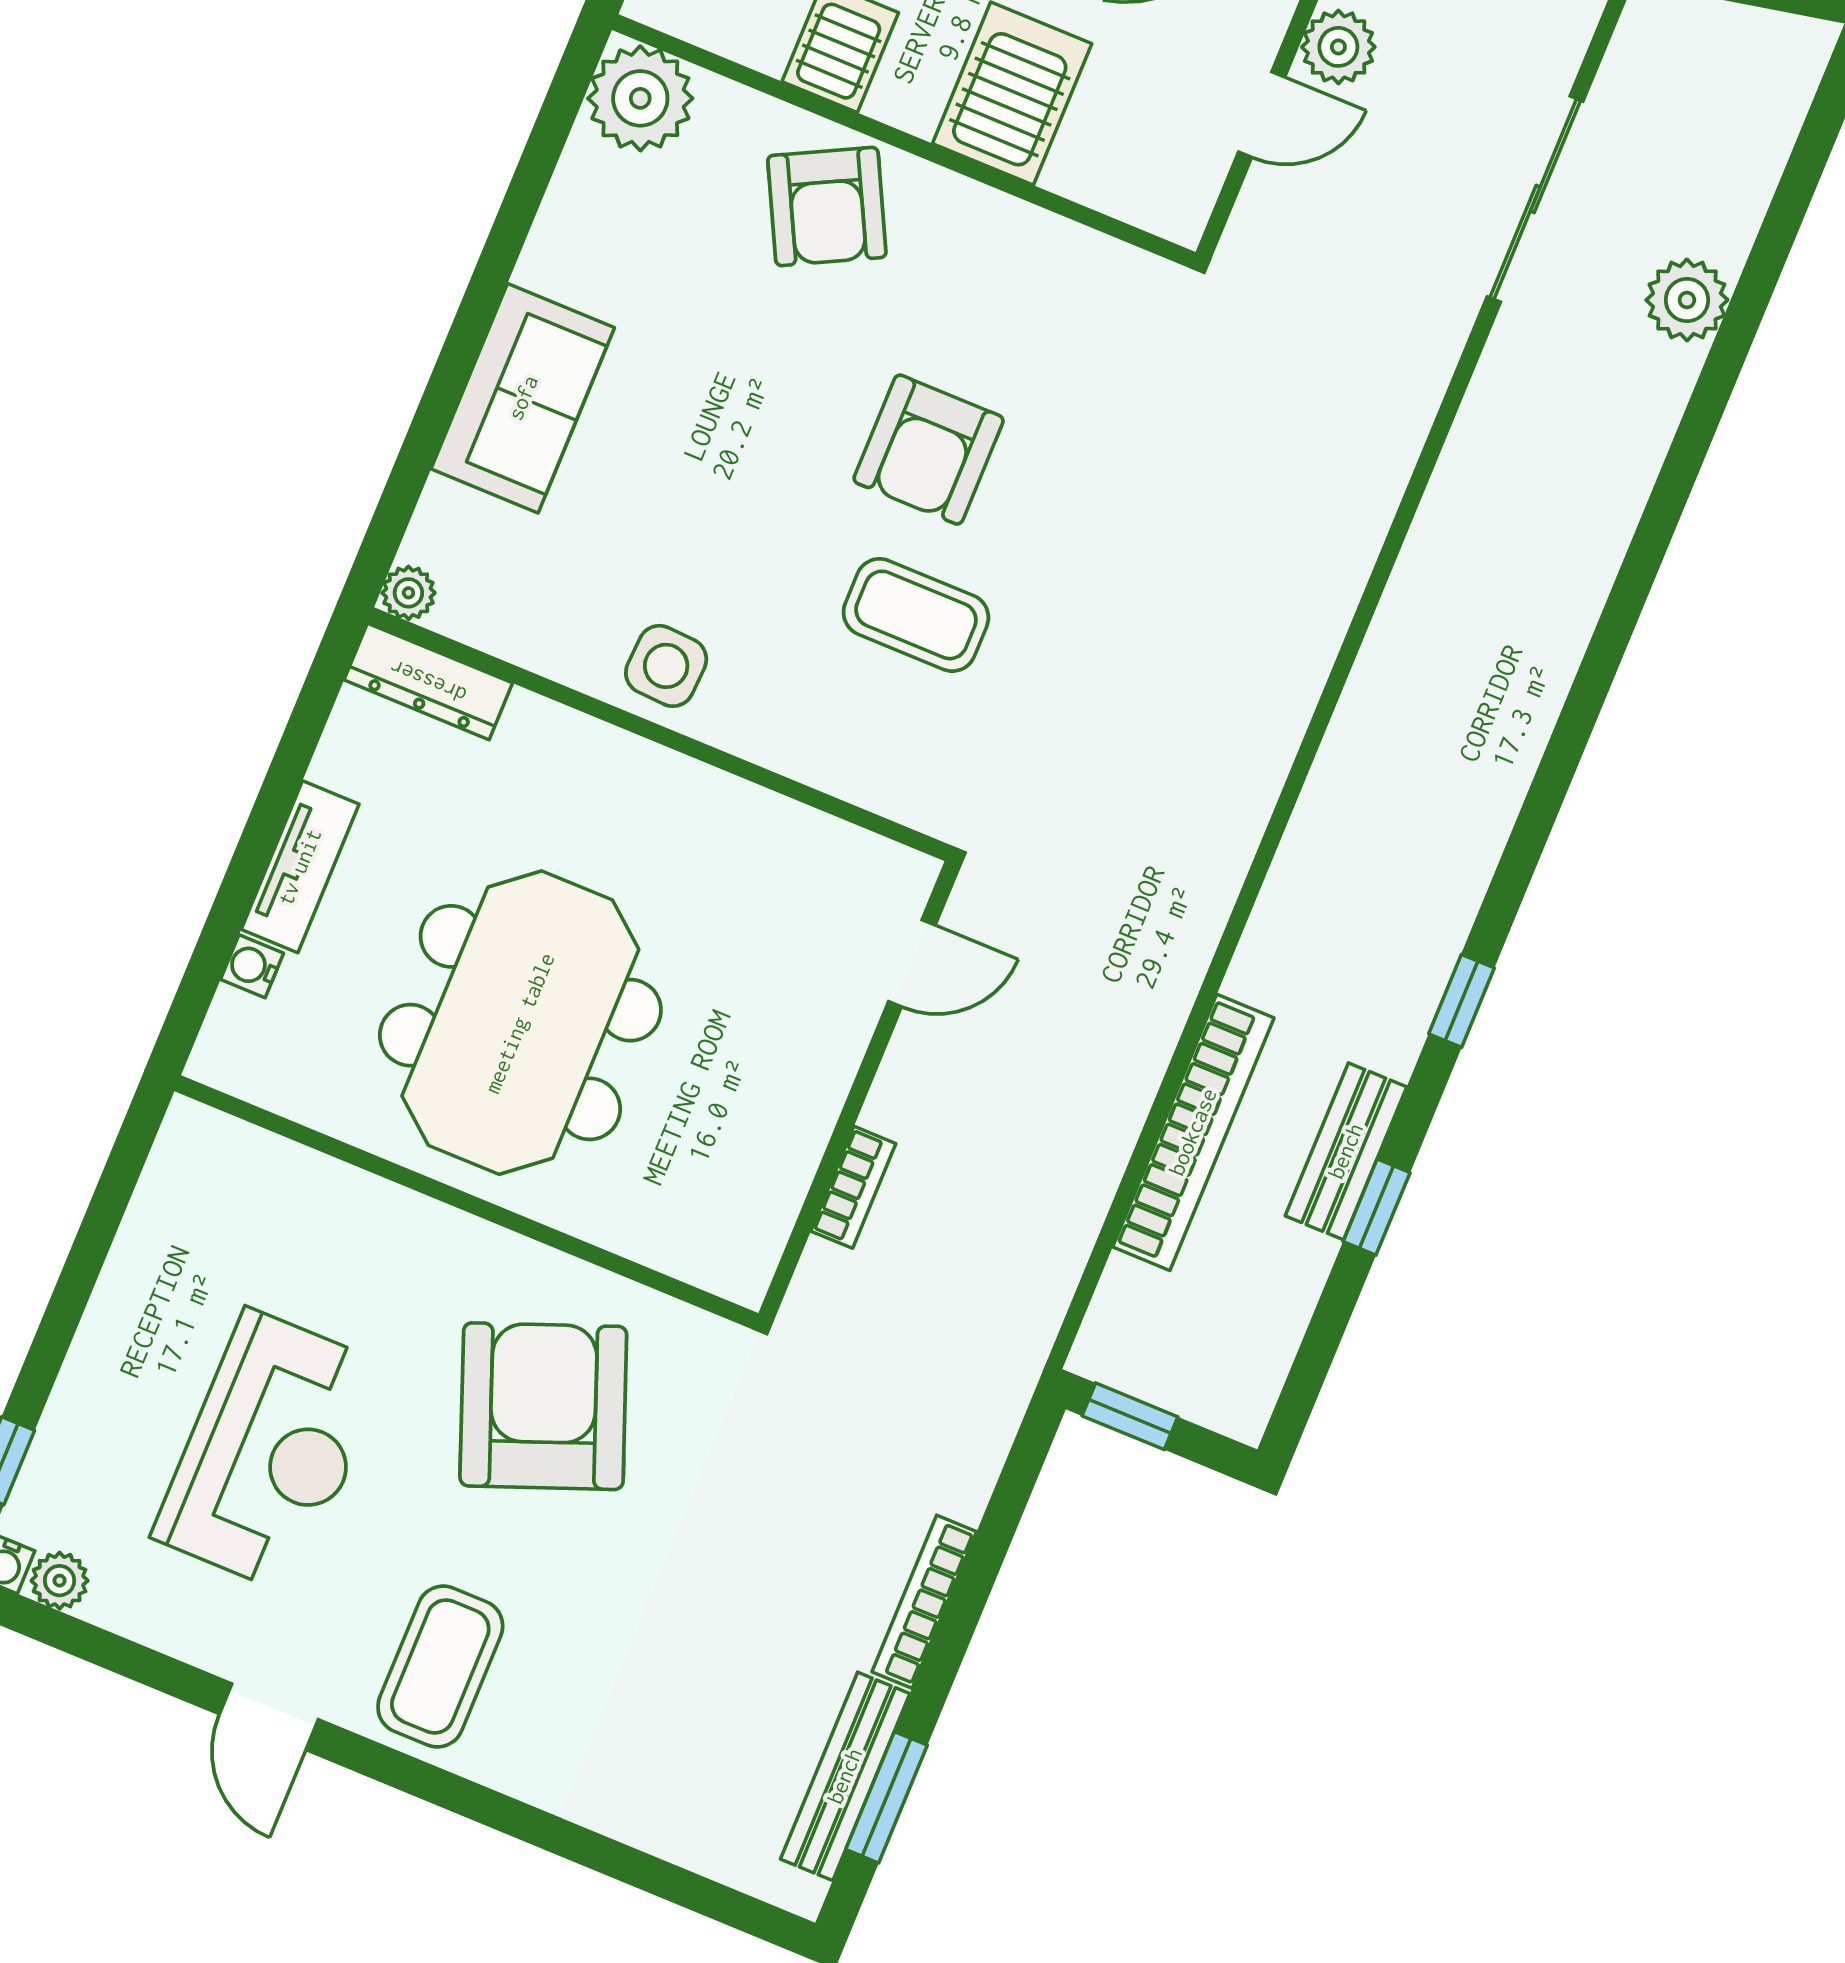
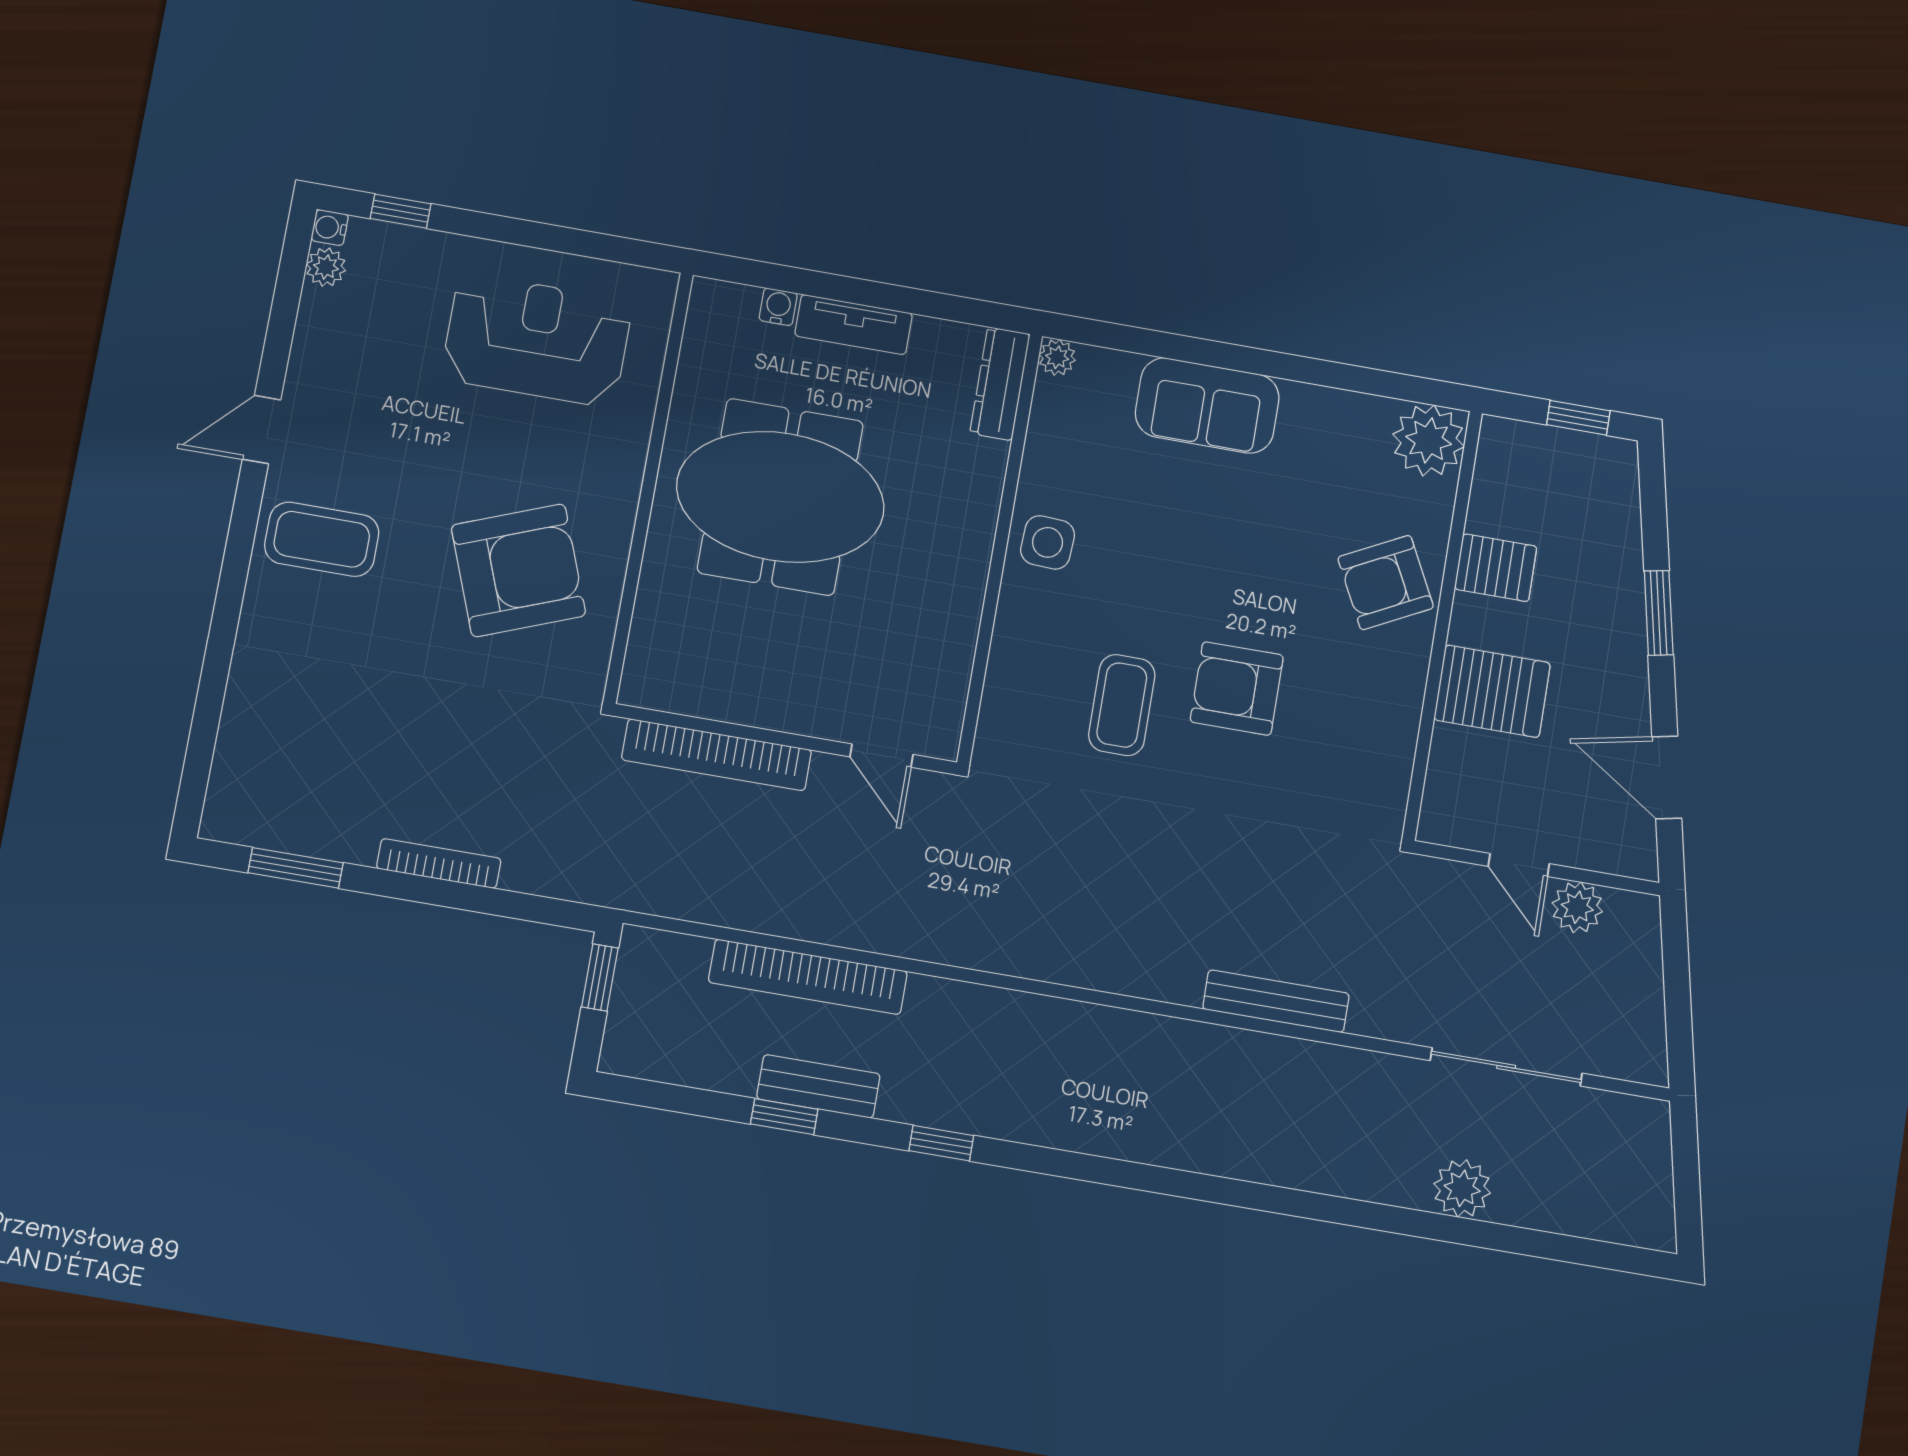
bookcase: (853, 1187) -> (716, 755), width x2.31, depth x1.31
reception desk: (270, 1452) -> (537, 340), moved, turned 180
bench: (845, 1776) -> (1276, 1001), moved

